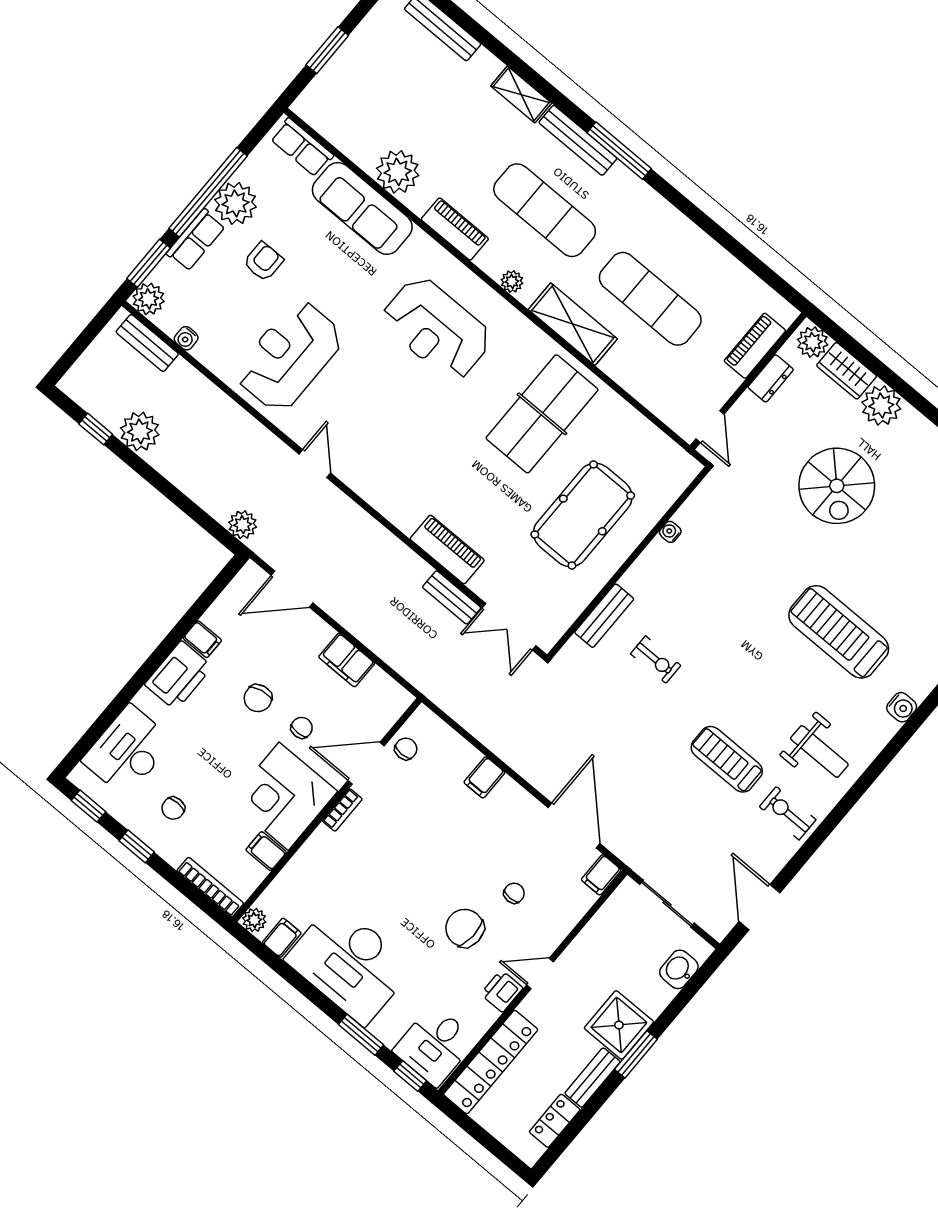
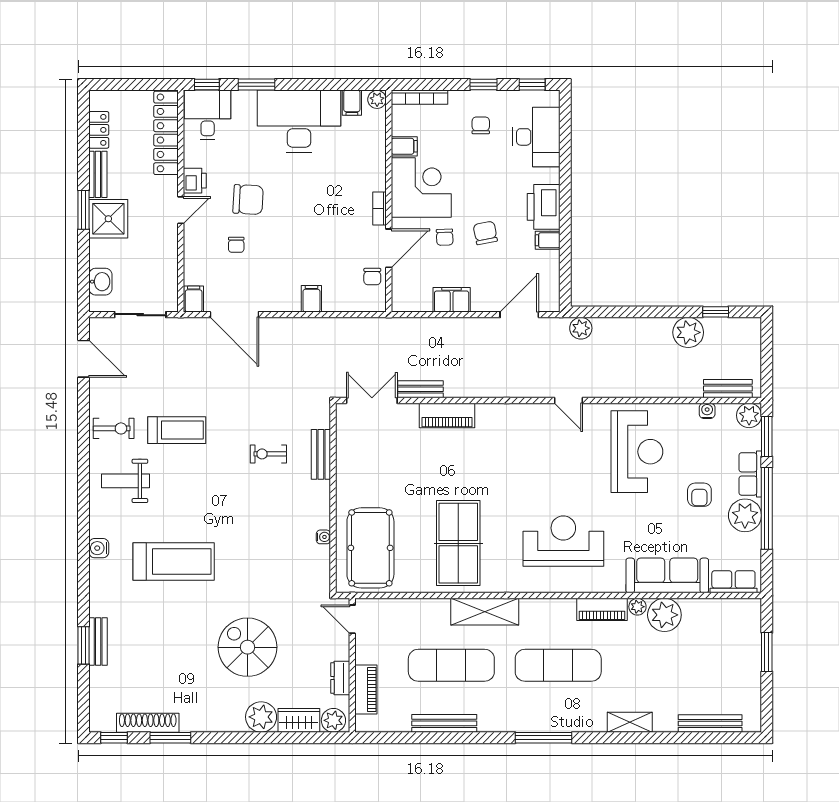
bench: (578, 140) -> (444, 723), moved
plant: (512, 281) -> (637, 607), moved
pool table: (583, 515) -> (370, 548), moved

